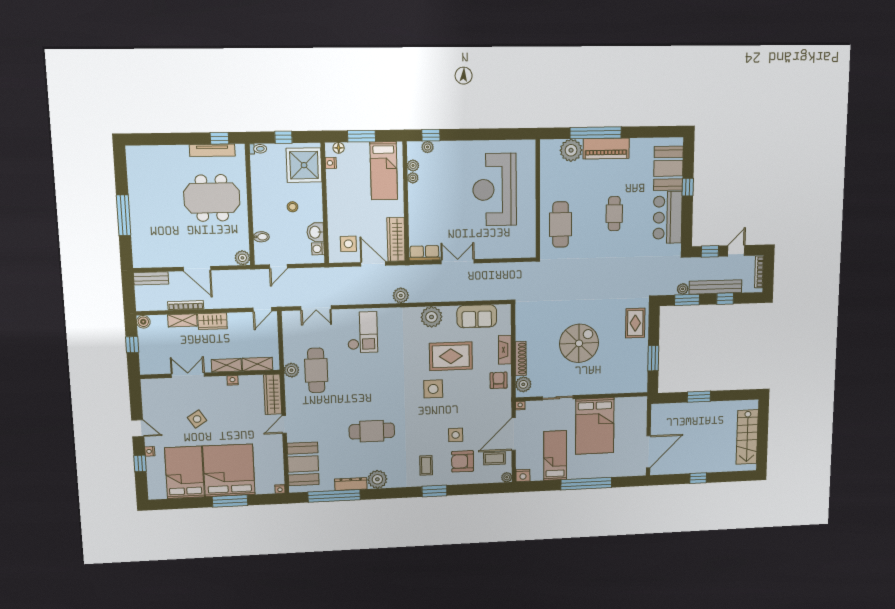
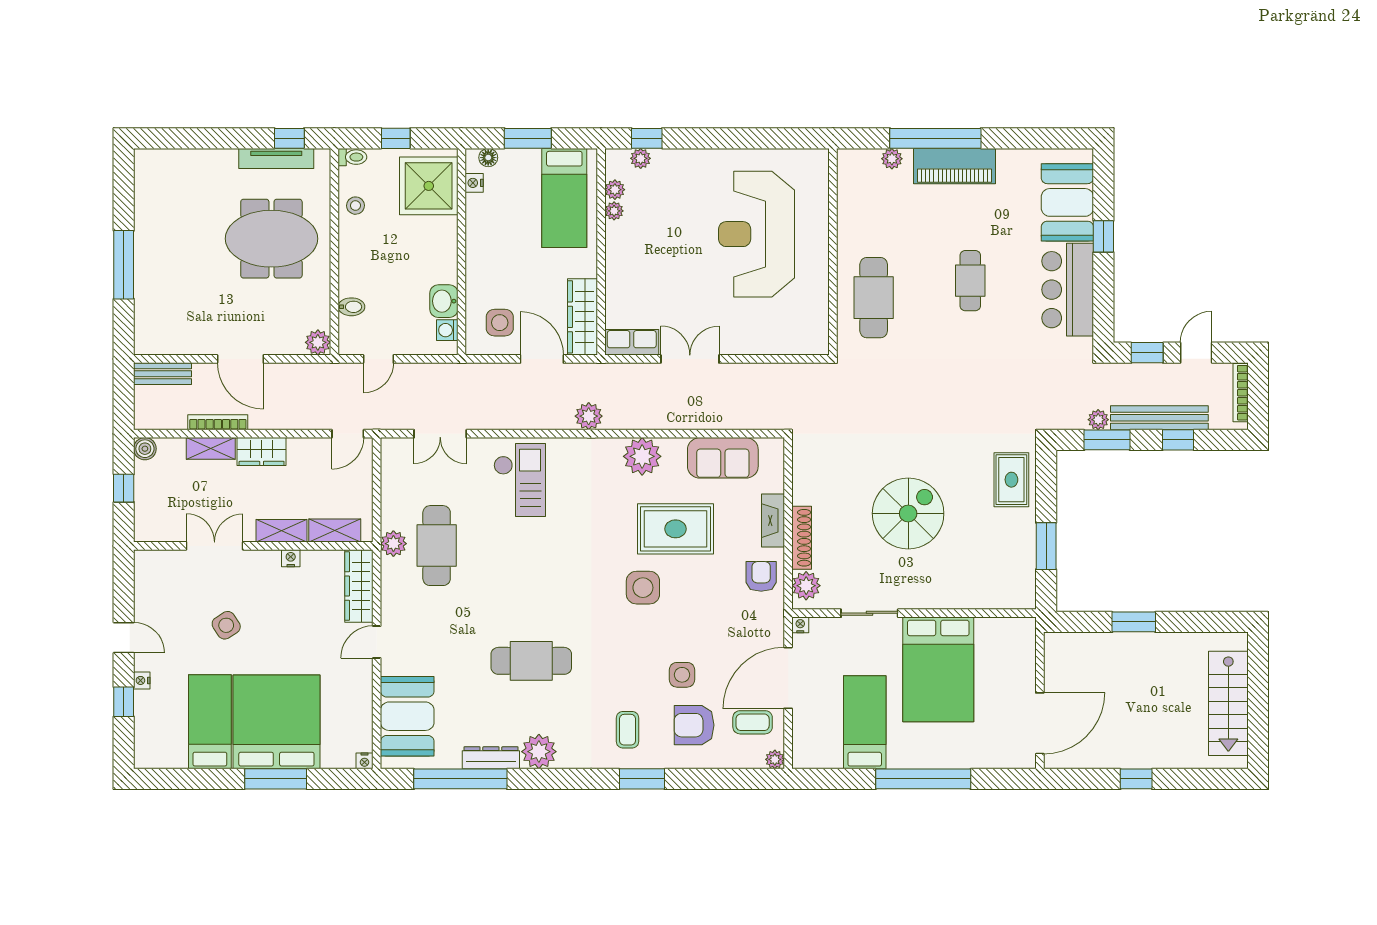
plant: (571, 150) -> (892, 159), width x0.53, depth x0.53
stool: (292, 207) -> (355, 206), moved
bed: (185, 472) -> (210, 722), width x0.67
nightstand: (523, 475) -> (805, 757), removed

